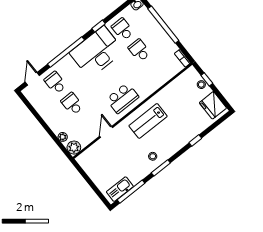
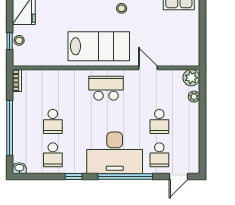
desk: (97, 52) -> (115, 153), moved
lab bench: (148, 121) -> (99, 46), width x1.36, depth x1.39
door: (106, 132) -> (148, 68), swing flipped

